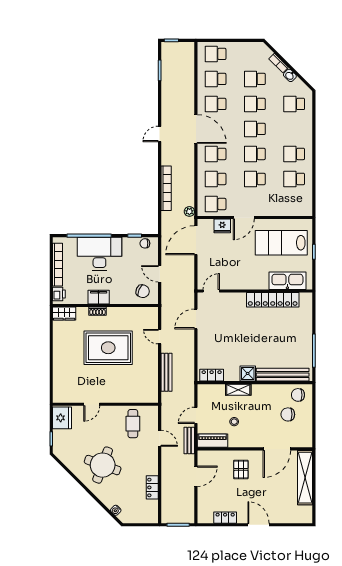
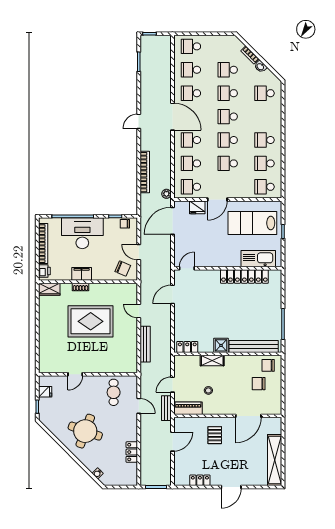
school desk: (294, 204) -> (265, 187), added
fridge: (62, 418) -> (45, 392), width x0.53, depth x0.75
shelving: (305, 478) -> (275, 460), moved
door: (259, 525) -> (231, 487), swing flipped

